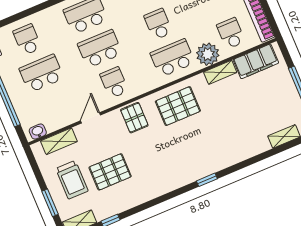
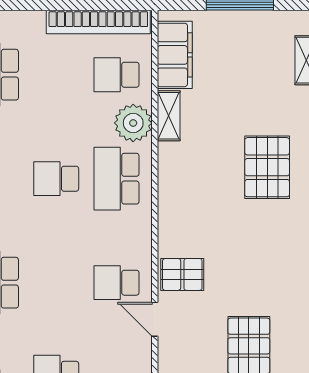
school desk: (100, 49) -> (56, 283), removed
pallet: (178, 106) -> (267, 167), moved
door: (91, 118) -> (155, 319), moved

